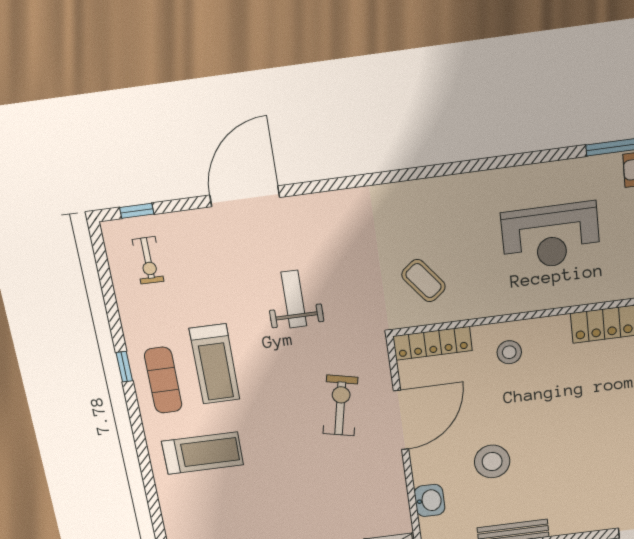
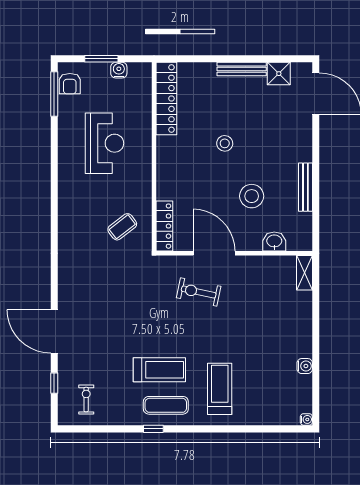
window: (137, 211) -> (54, 383), moved
exercise bike: (148, 260) -> (86, 400), turned -90
weight bench: (294, 299) -> (123, 311), removed
stool: (509, 352) -> (225, 143), moved

